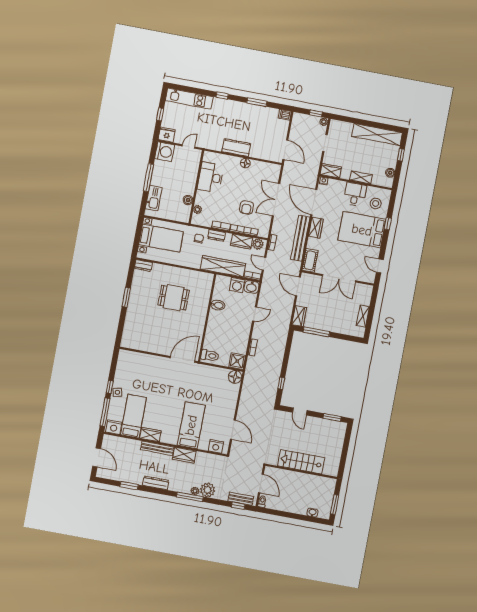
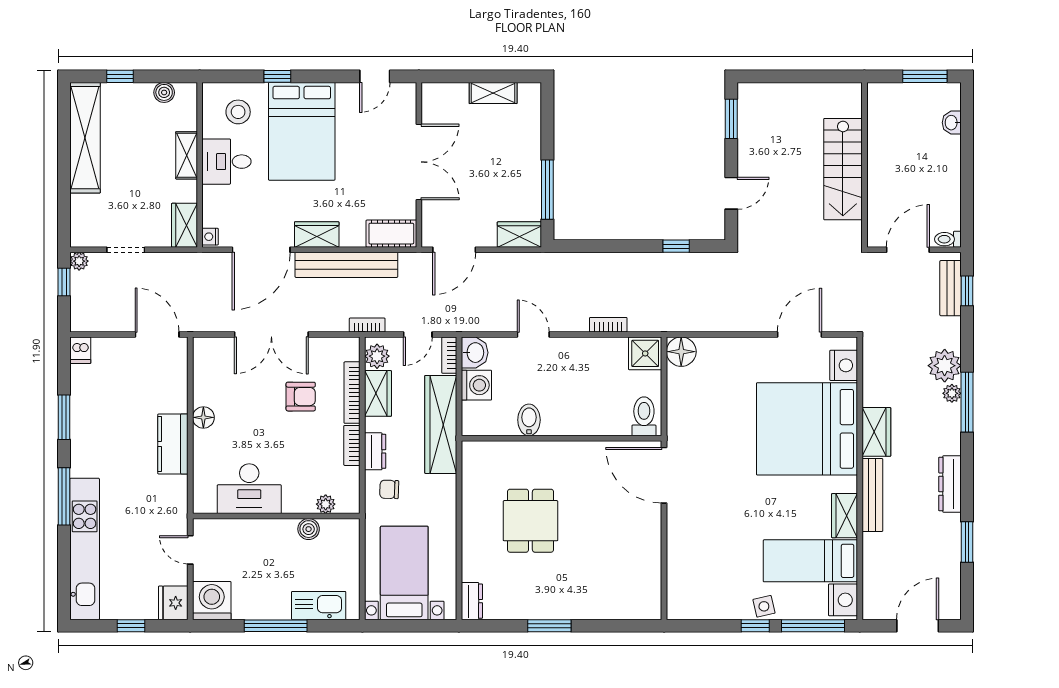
window: (222, 96) -> (64, 496), width x2.17
kitchen unit: (189, 99) -> (85, 549), width x1.36
door: (285, 150) -> (157, 335), hinge flipped
bed: (191, 425) -> (807, 429), width x2.04

